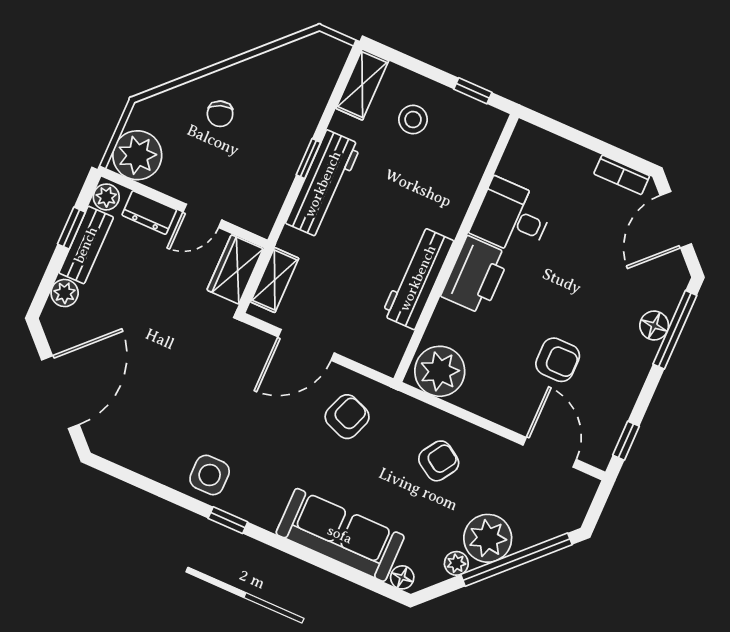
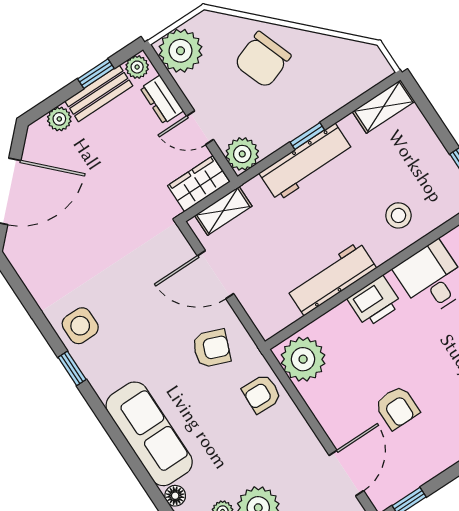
chair: (220, 114) -> (263, 60), width x1.87, depth x1.87
stool: (413, 120) -> (398, 215), moved
plant: (258, 215) -> (242, 154), added
printer: (476, 275) -> (374, 302), width x0.73, depth x0.84
armchair: (439, 461) -> (262, 394), moved, turned 149

